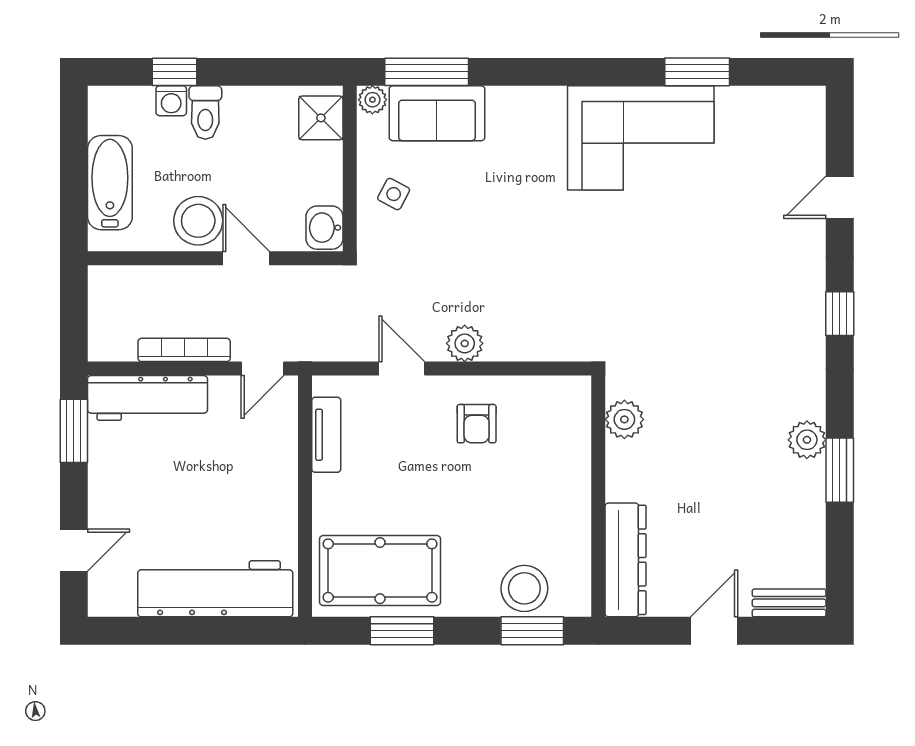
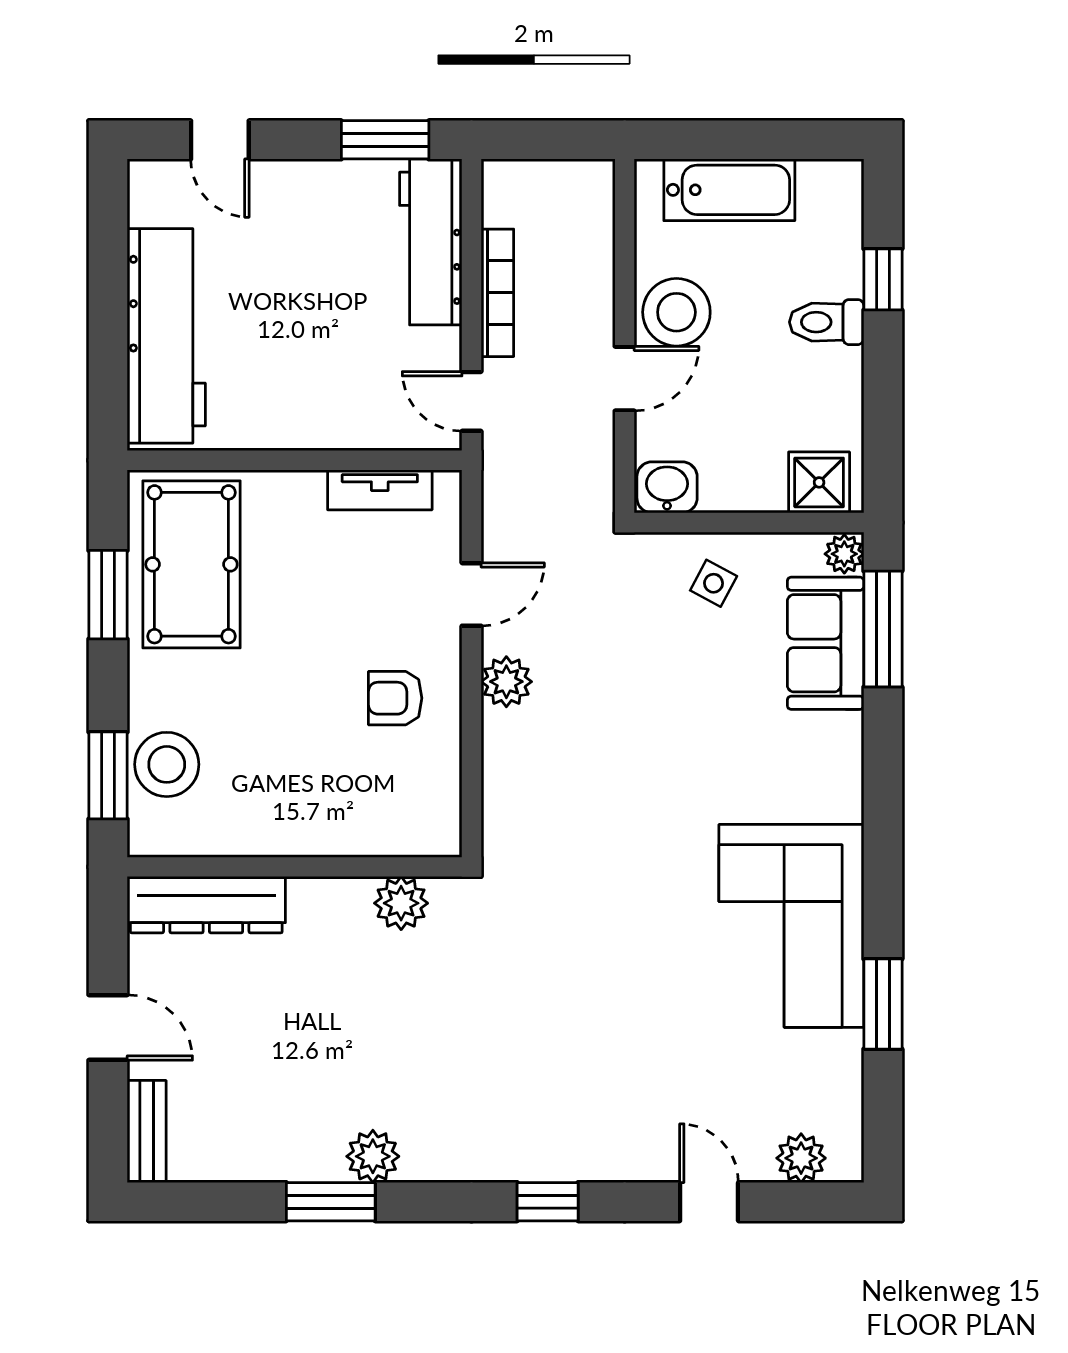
washing machine: (171, 101) -> (843, 275), removed
plant: (808, 131) -> (801, 1158), added

